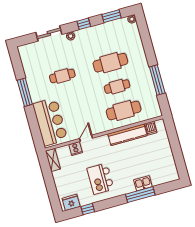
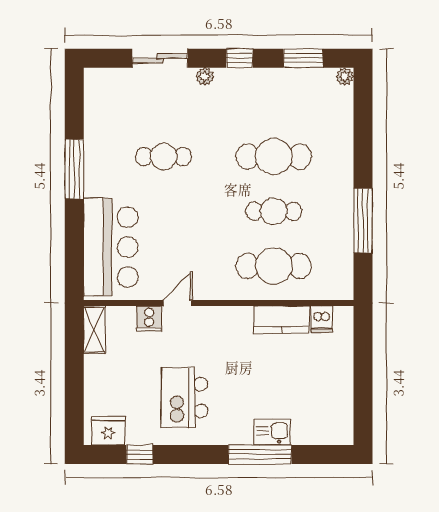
kitchen counter: (127, 135) -> (281, 320), width x0.67

